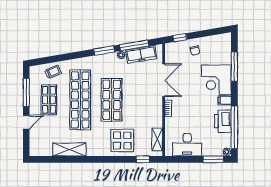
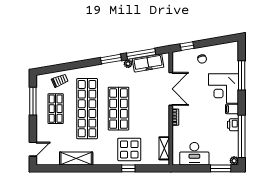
printer: (223, 121) -> (233, 125), width x0.53, depth x0.68
door: (26, 122) -> (33, 149), moved
window: (143, 159) -> (128, 168), moved

